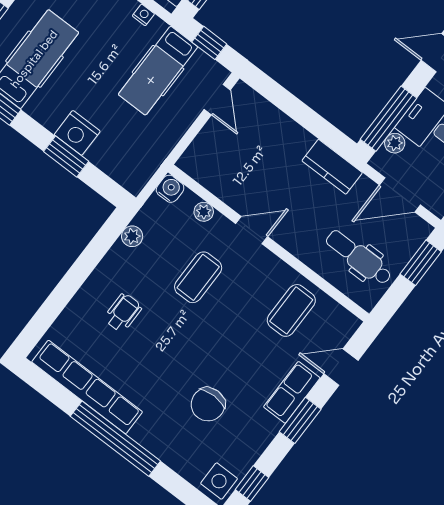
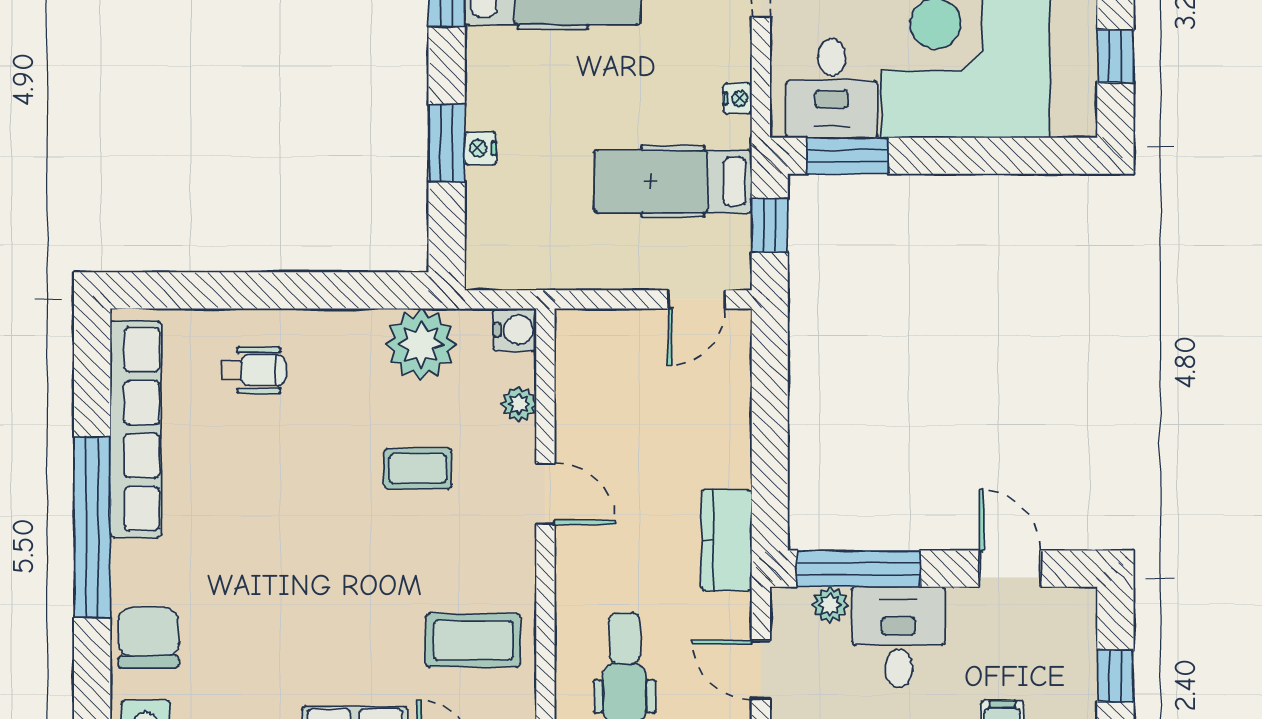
nightstand: (77, 133) -> (480, 148), width x0.53, depth x0.56
door: (400, 195) -> (761, 670), width x0.73
plant: (132, 236) -> (421, 344), width x1.88, depth x1.88
coffee table: (198, 277) -> (418, 469), width x0.73, depth x0.77
wheelchair: (123, 313) -> (254, 370), moved
chair: (208, 404) -> (149, 638), moved, turned 90

